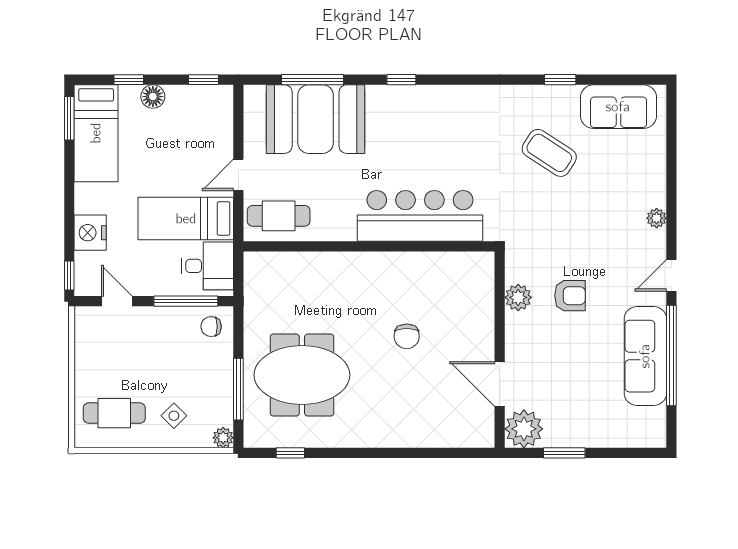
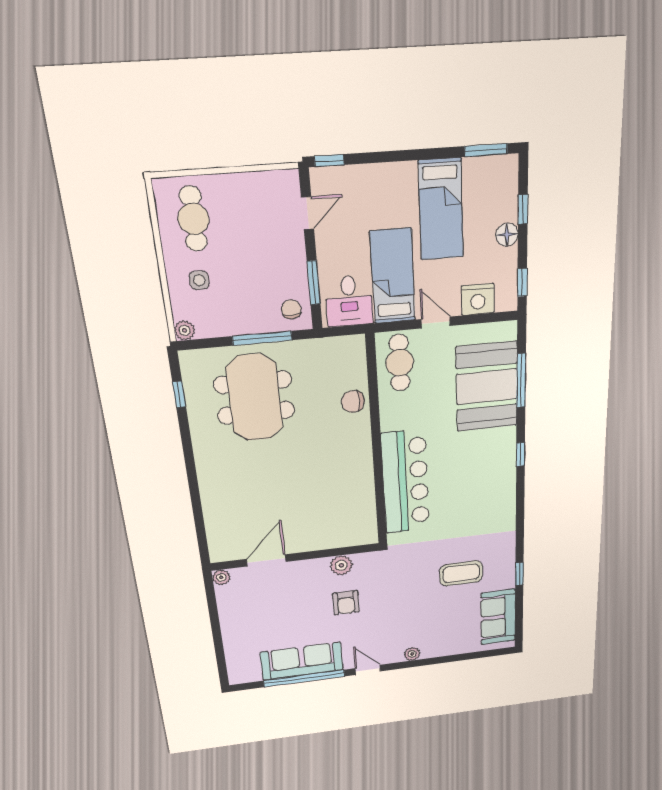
bed: (96, 133) -> (441, 209), moved, turned -90
coffee table: (549, 153) -> (461, 573), turned 57
nightstand: (90, 233) -> (478, 299), moved, turned 180
window: (186, 301) -> (314, 283), width x0.69
chair: (407, 336) -> (353, 402), moved
window: (238, 389) -> (262, 338), moved
side table: (174, 416) -> (199, 280), turned 45
plant: (524, 429) -> (221, 577), width x0.53, depth x0.53
window: (564, 453) -> (214, 615), removed

